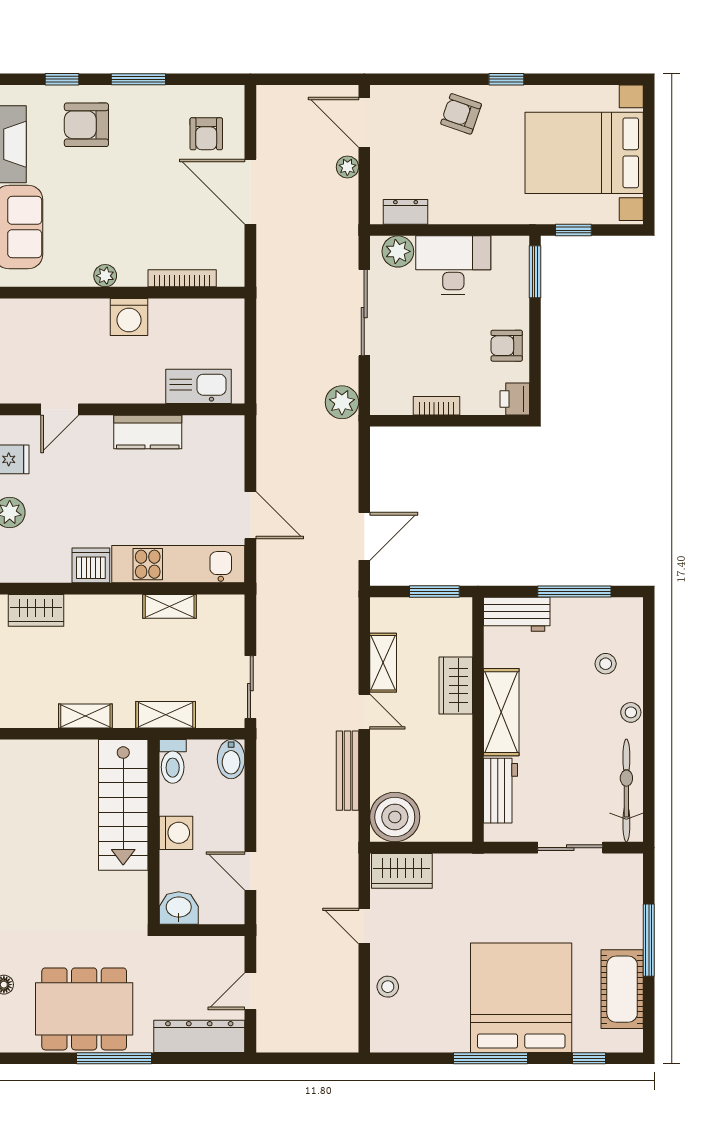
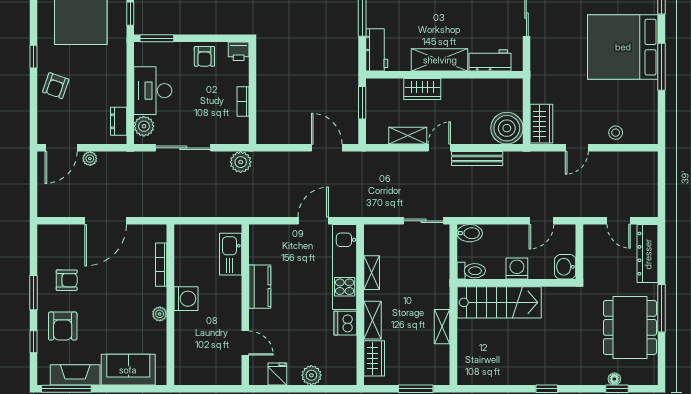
armchair: (206, 134) -> (67, 280), moved
shelving: (166, 715) -> (372, 320), moved

